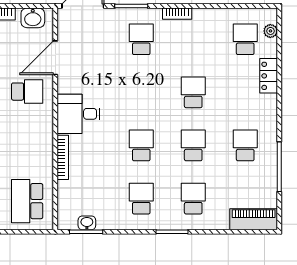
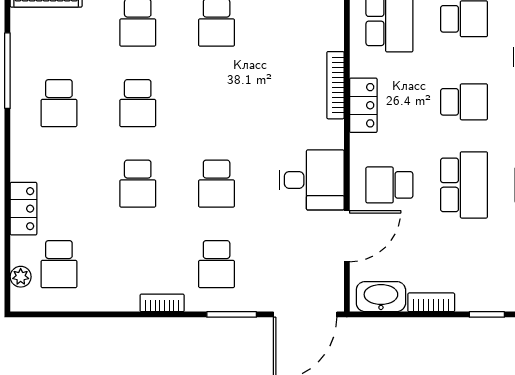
washbasin: (33, 18) -> (381, 297), width x1.38
desk: (79, 114) -> (312, 180), moved
locker: (44, 144) -> (363, 105), added
school desk: (141, 145) -> (217, 184), moved

